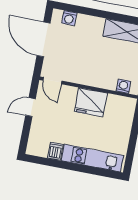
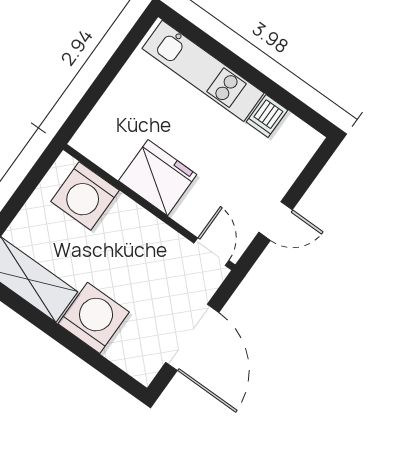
washing machine: (69, 18) -> (94, 318), moved, width x1.89, depth x1.89
washing machine: (123, 86) -> (85, 196), width x1.89, depth x1.89

